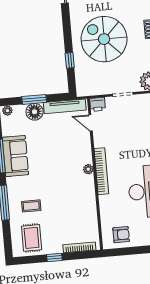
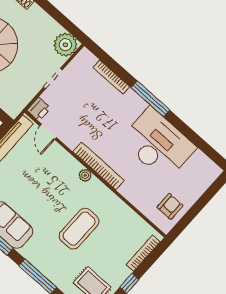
door: (91, 123) -> (48, 132), hinge flipped
coffee table: (31, 206) -> (79, 229), moved, width x1.86, depth x1.72

